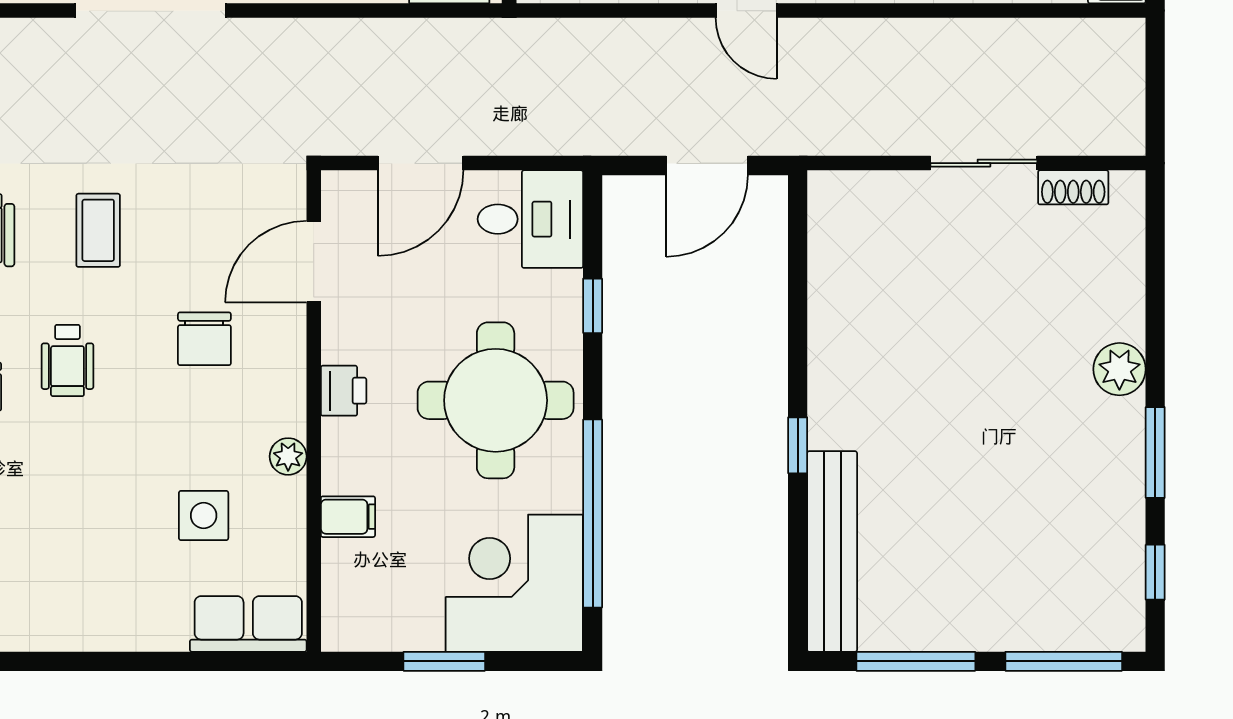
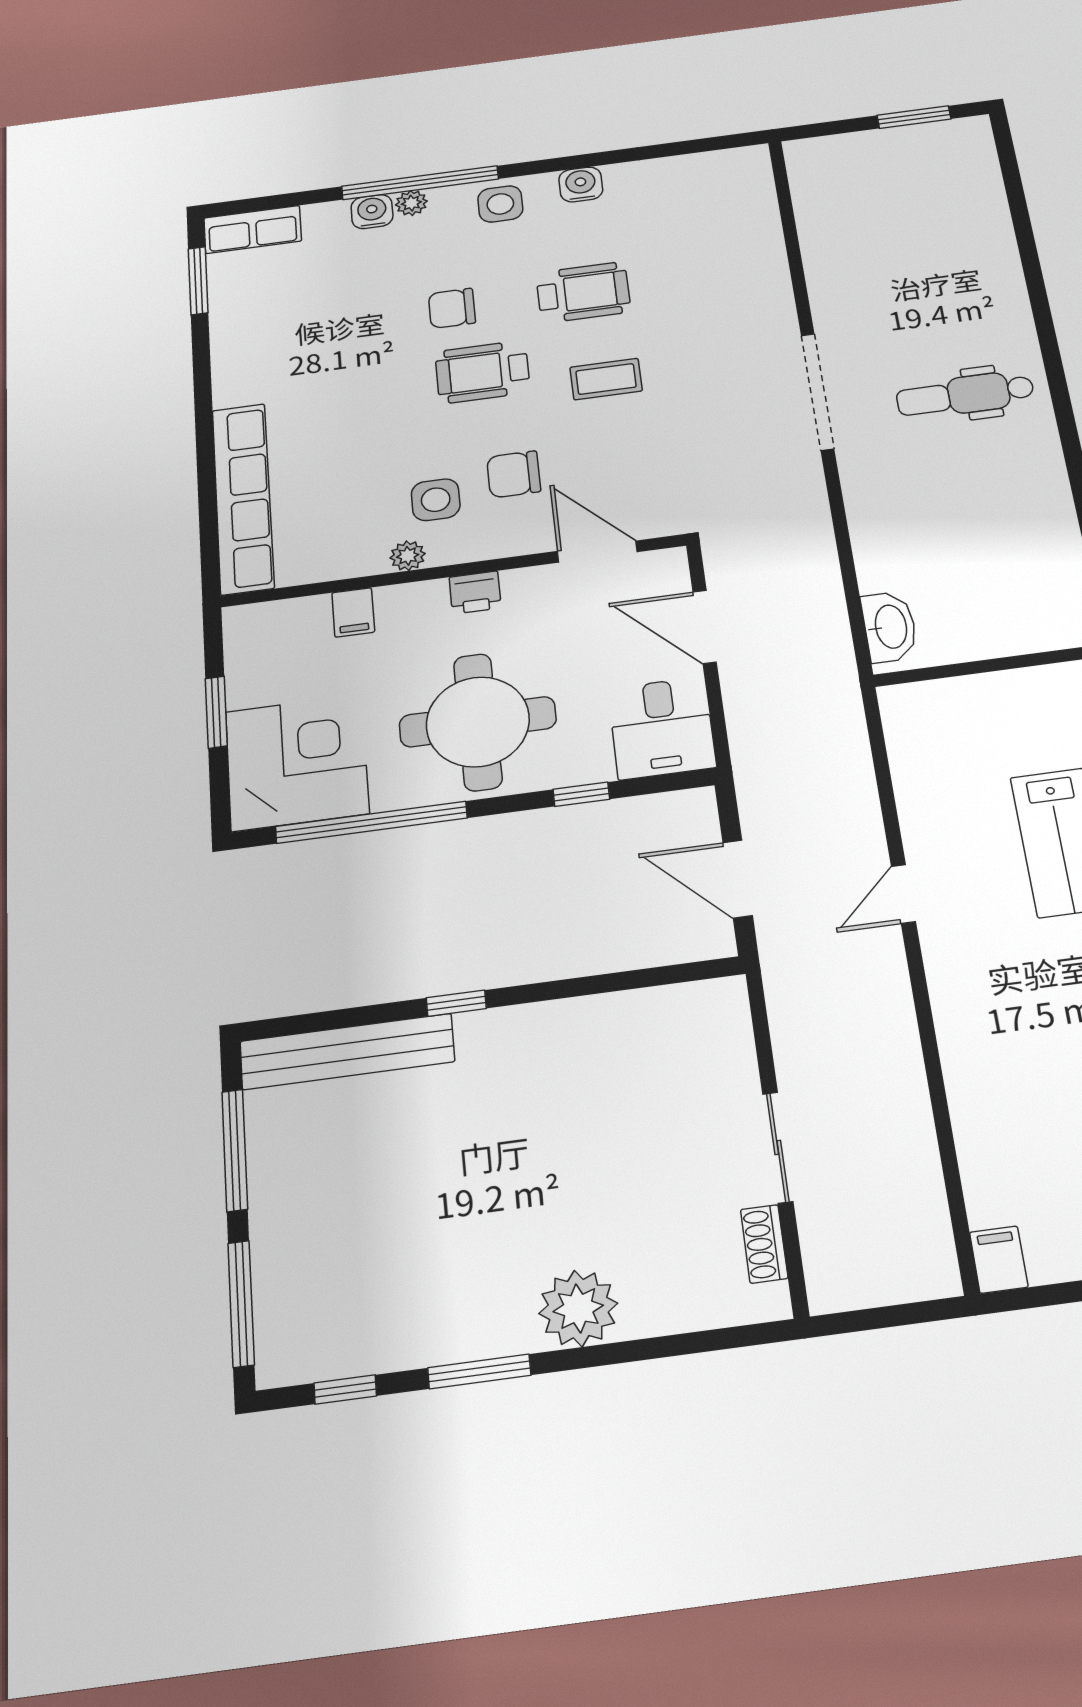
wheelchair: (67, 360) -> (482, 372), width x1.36, depth x1.37
plant: (1119, 369) -> (578, 1308), width x1.36, depth x1.36
side table: (204, 515) -> (436, 500), moved
row of seats: (248, 624) -> (243, 498), width x2.02

